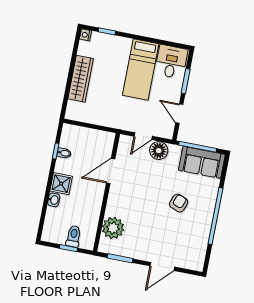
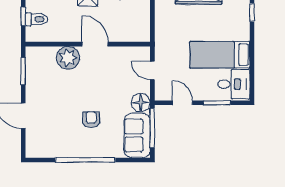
door: (179, 114) -> (182, 103), hinge flipped
floor lamp: (159, 151) -> (141, 103), moved
door: (111, 171) -> (95, 44), moved
armchair: (179, 203) -> (91, 120), turned -111
plant: (113, 228) -> (68, 58), moved

